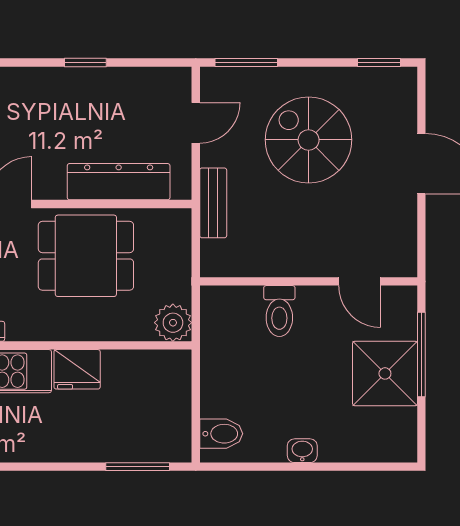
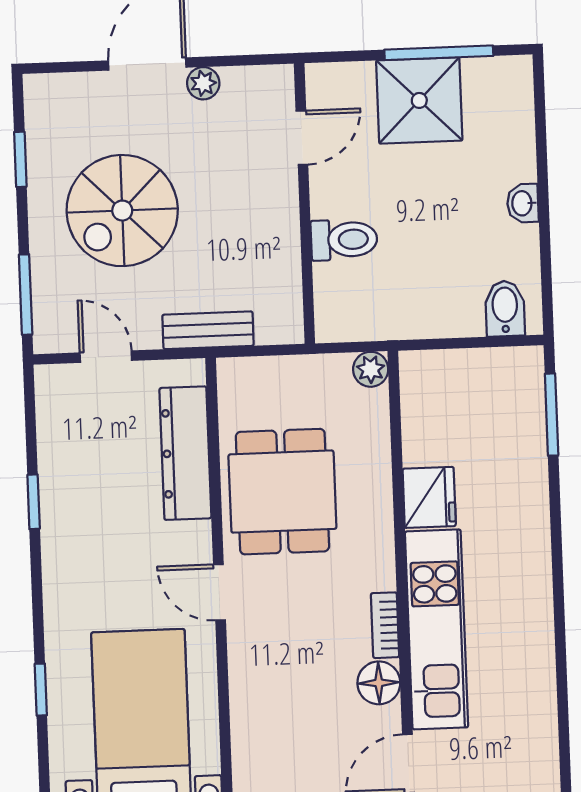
window: (379, 63) -> (20, 159), moved
plant: (405, 207) -> (203, 83), added
plant: (173, 323) -> (371, 369), width x0.73, depth x0.73
window: (421, 355) -> (439, 53), moved

